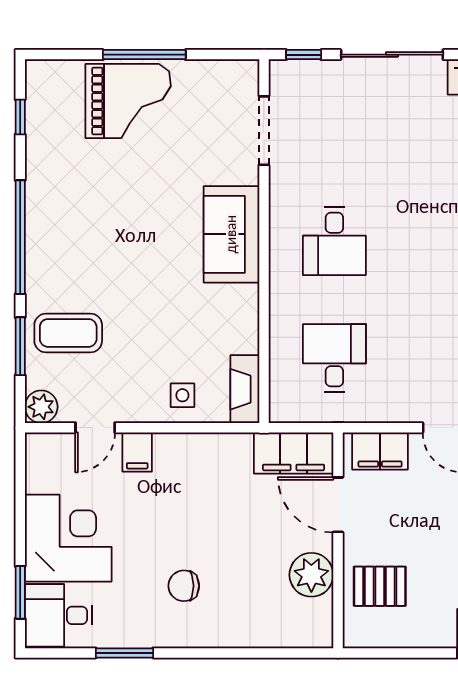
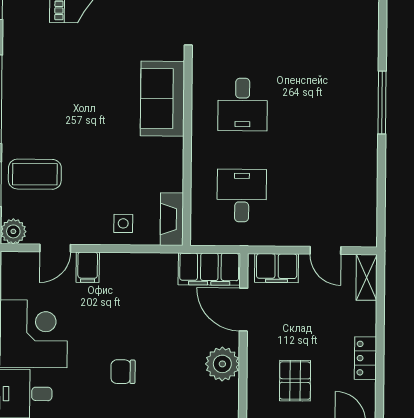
pallet: (380, 586) -> (295, 381), moved, turned 90

